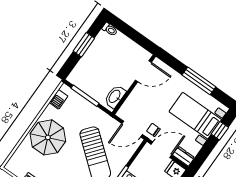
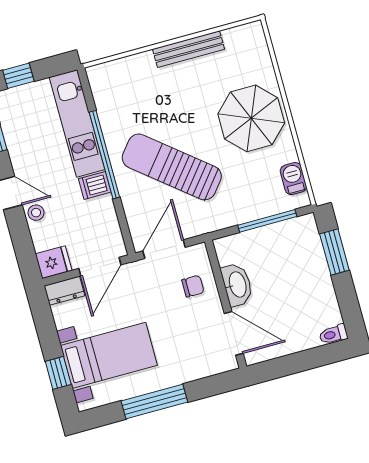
window: (84, 45) -> (334, 252), moved
door: (143, 71) -> (234, 333), swing flipped
washbasin: (115, 97) -> (237, 285), moved
chair: (153, 130) -> (193, 286), moved

